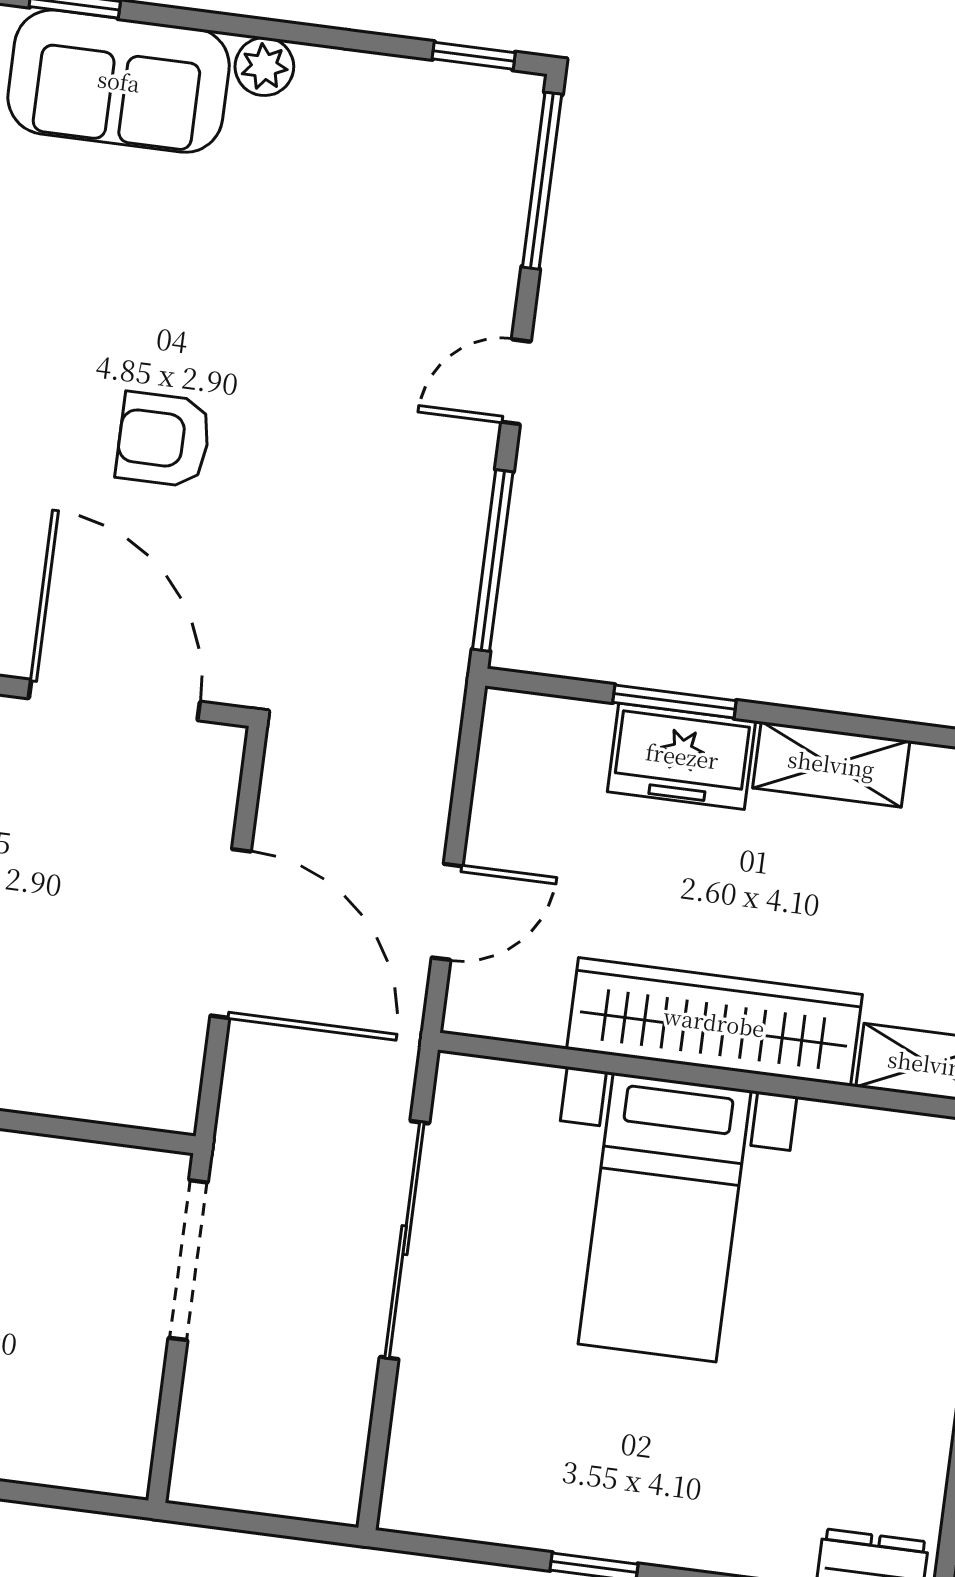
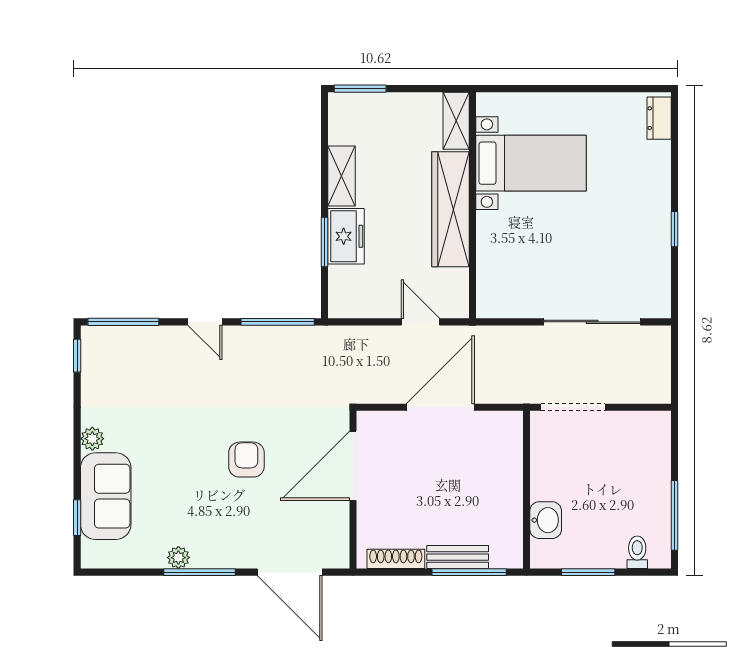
armchair: (164, 440) -> (246, 460), turned 180
bed with nightstands: (665, 1217) -> (531, 163), moved
sliding door: (404, 1240) -> (592, 322), moved

